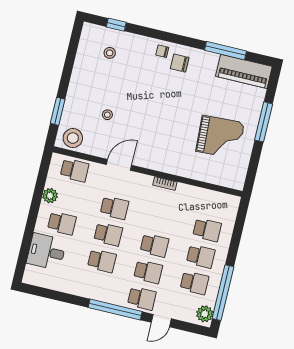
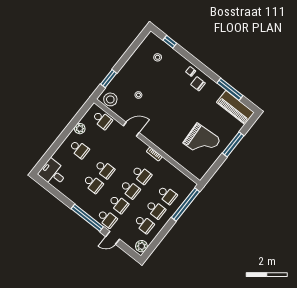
school desk: (114, 208) -> (142, 175), moved
desk: (46, 252) -> (53, 173), moved
window: (223, 293) -> (186, 205), moved

